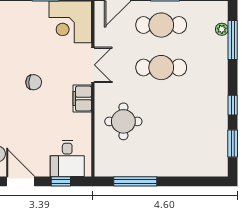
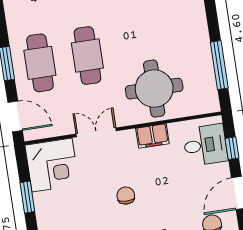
filing cabinet: (82, 99) -> (152, 136), moved
round table: (123, 121) -> (154, 89), width x1.36, depth x1.36

